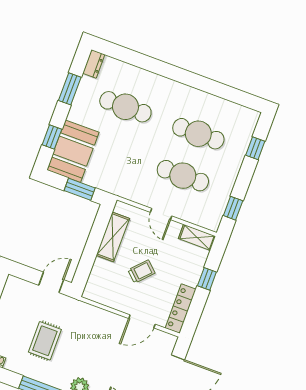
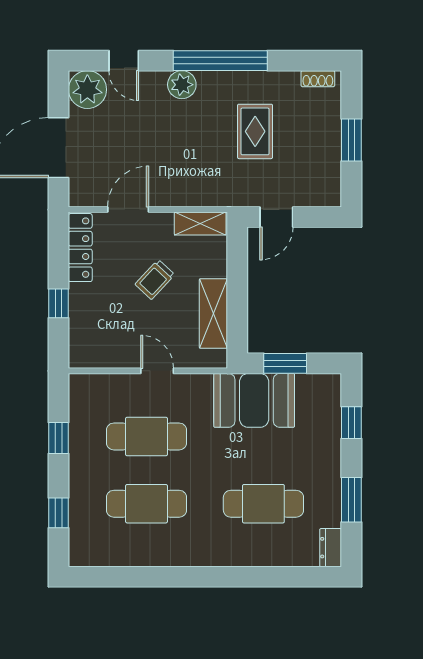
booth: (73, 151) -> (254, 400), moved, turned 90
window: (233, 208) -> (59, 438), moved
shelving: (197, 237) -> (200, 224), moved

